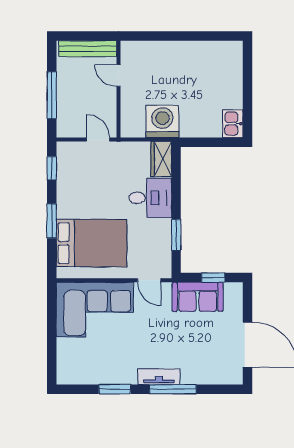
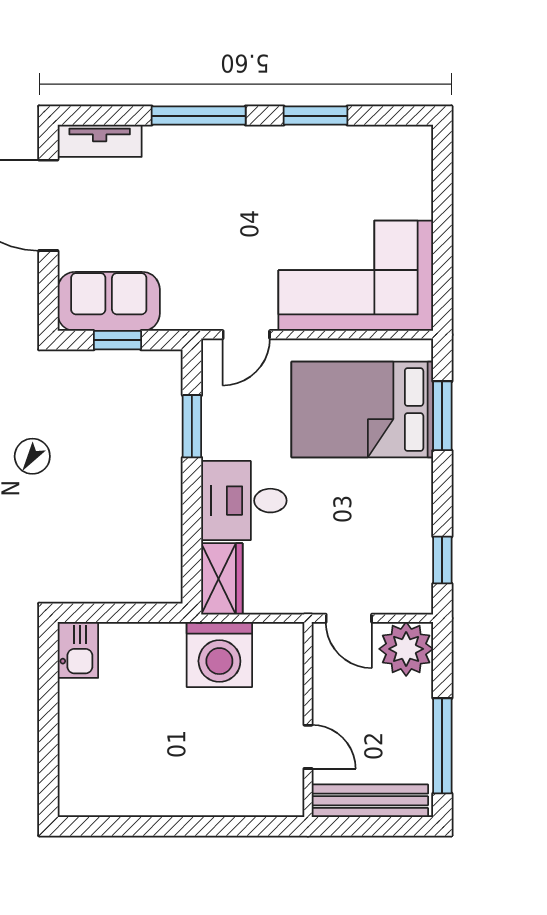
window: (52, 95) -> (442, 746), moved
plant: (70, 124) -> (406, 649), added
window: (52, 221) -> (442, 416), moved
door: (149, 280) -> (246, 335), swing flipped
sofa: (198, 297) -> (109, 301), moved
tv unit: (159, 377) -> (100, 141), moved

